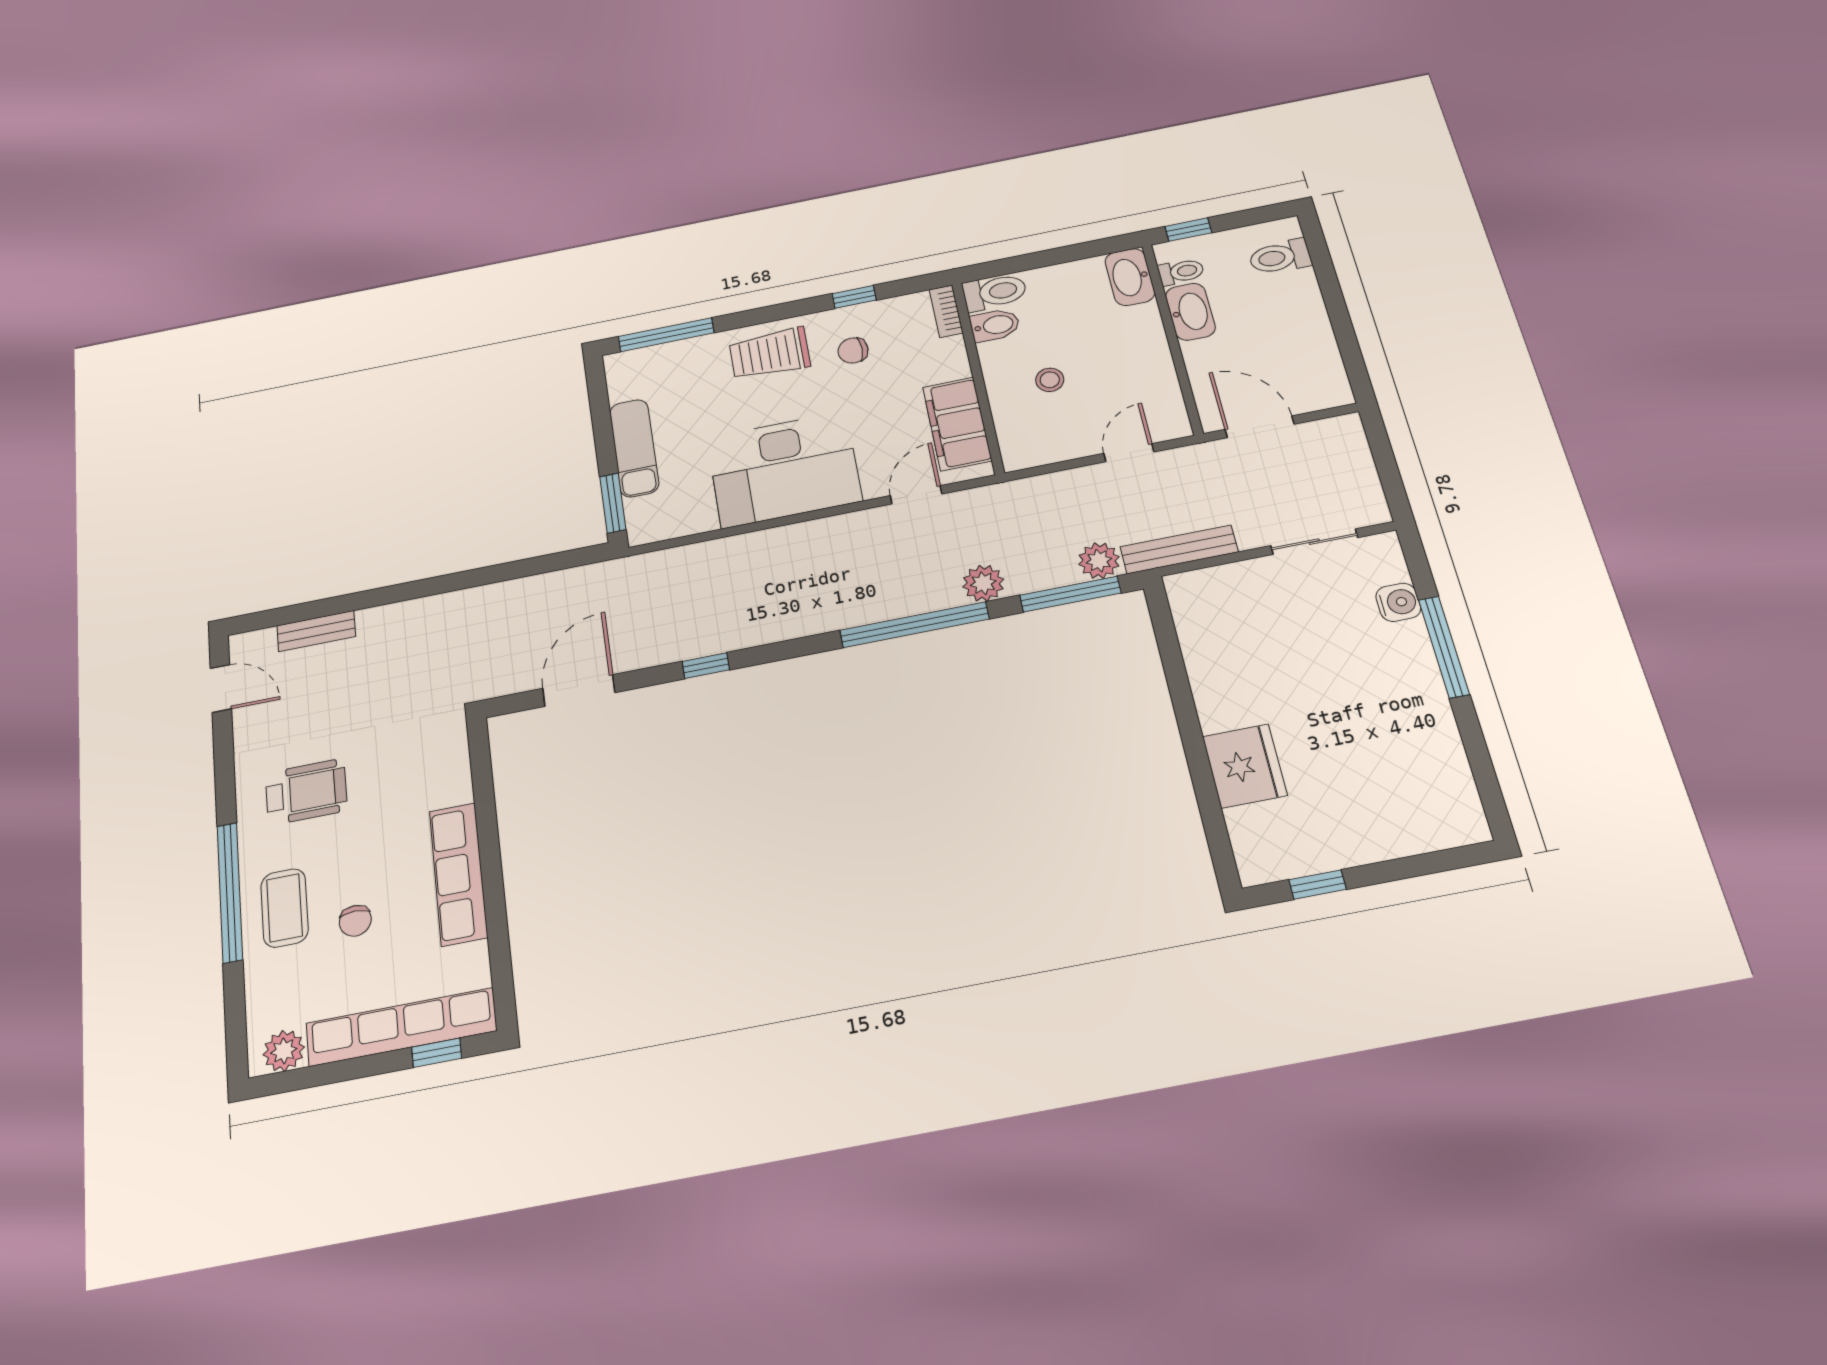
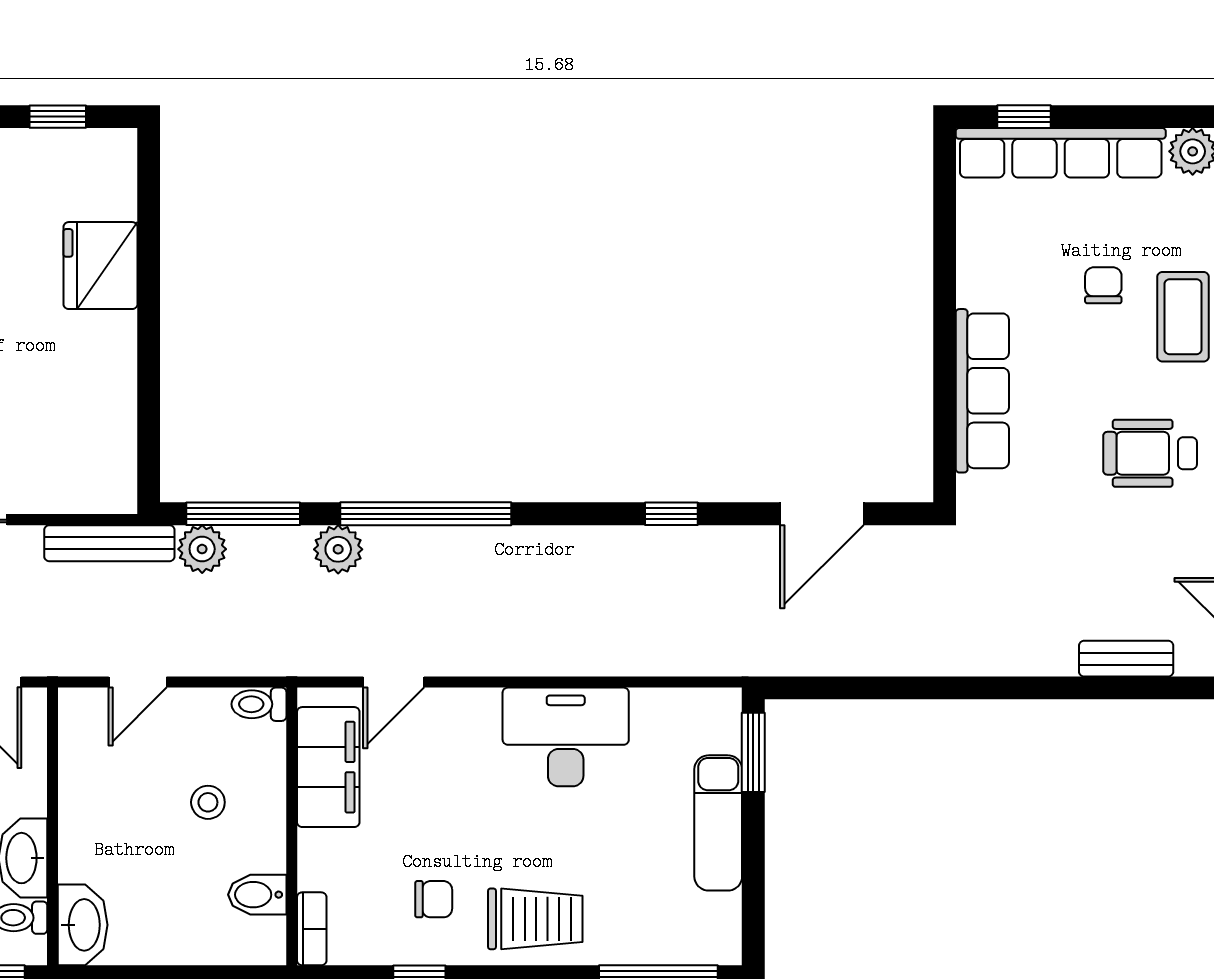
toilet: (995, 292) -> (259, 704), moved, width x0.73, depth x0.72
desk: (784, 469) -> (566, 737), width x0.73, depth x0.77
row of seats: (458, 874) -> (982, 391), moved

